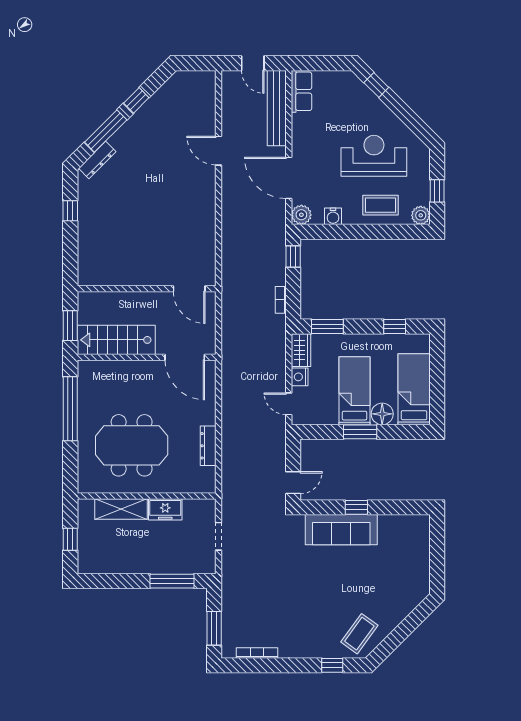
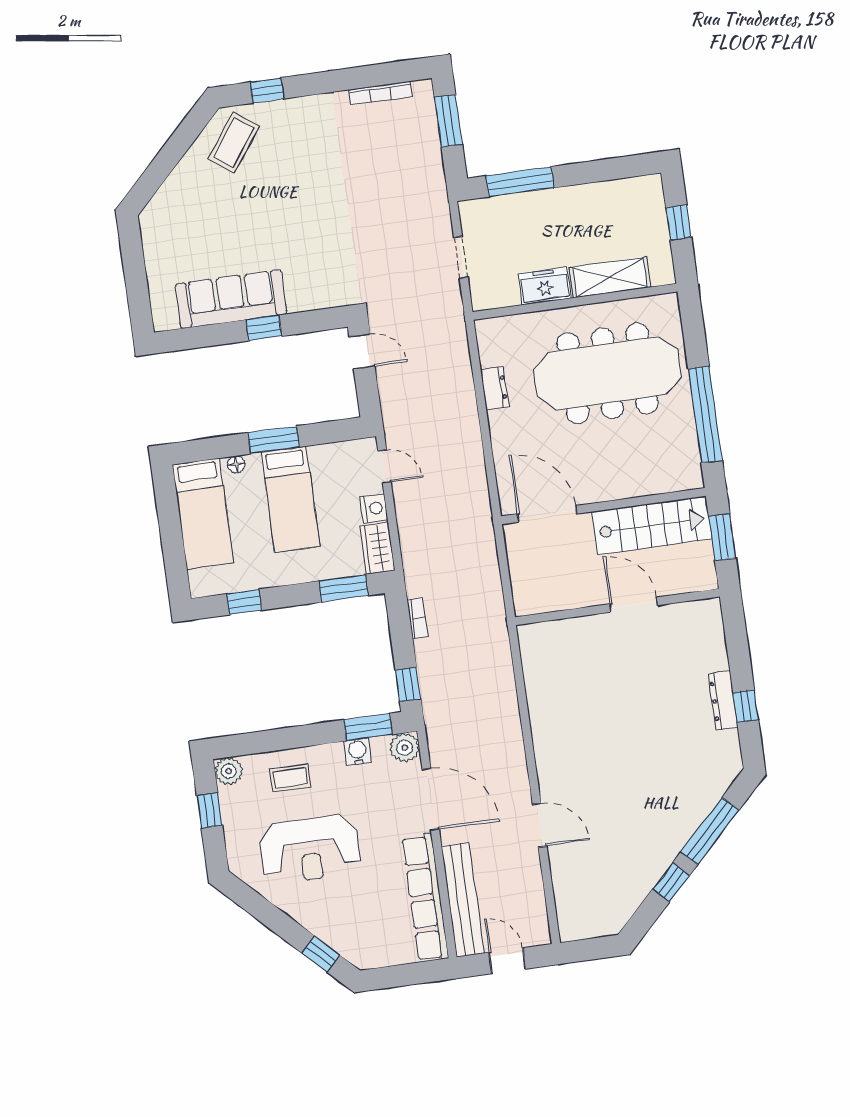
row of seats: (301, 91) -> (425, 898), width x2.02
dresser: (97, 160) -> (723, 700), moved, turned -45
coffee table: (380, 205) -> (290, 778), width x0.73, depth x0.77
window: (324, 232) -> (368, 727), added
door: (189, 289) -> (634, 605), moved
floor lamp: (382, 414) -> (236, 464), width x0.53, depth x0.53
meeting table: (132, 445) -> (608, 373), width x1.36
dresser: (208, 446) -> (495, 388), width x0.70
door: (293, 483) -> (362, 351), swing flipped
sofa: (341, 530) -> (231, 299), moved

